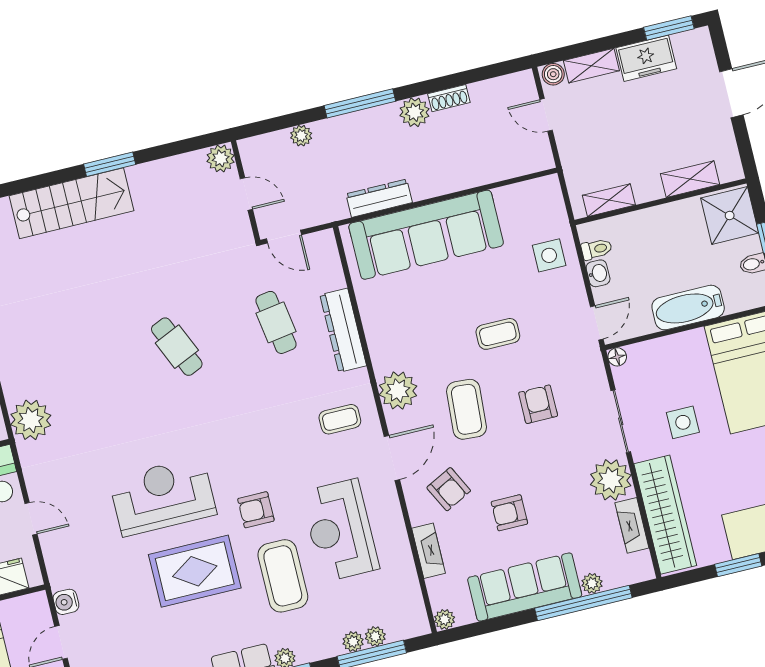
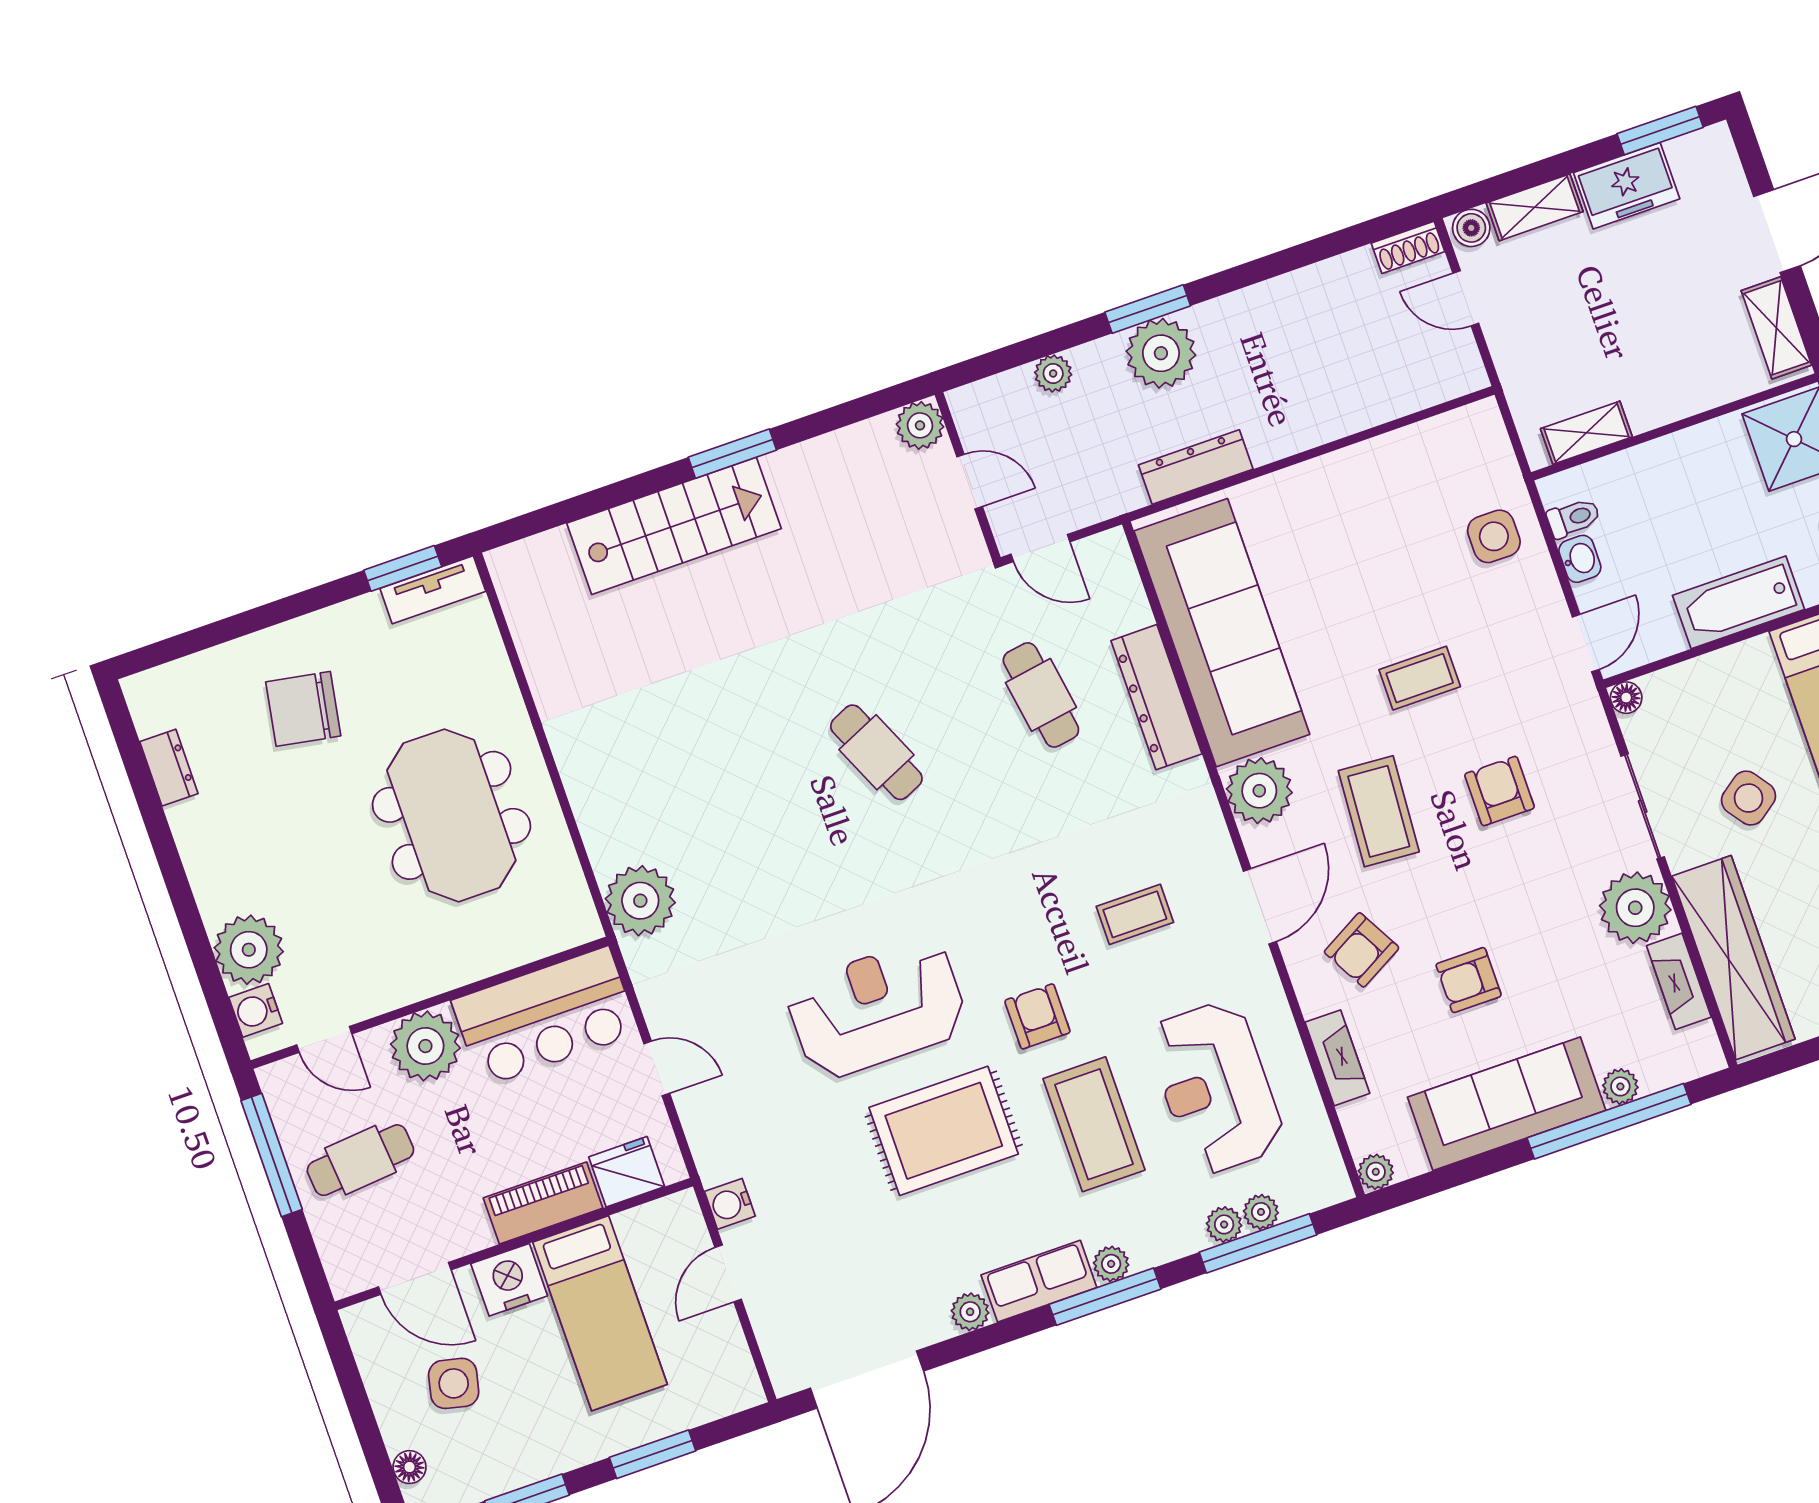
shoe rack: (449, 98) -> (1408, 247), moved
window: (360, 103) -> (1148, 309), width x0.69
plant: (415, 112) -> (1161, 353), moved, width x1.36, depth x1.36
shelving: (690, 179) -> (1776, 328), moved, turned 90
sofa: (426, 235) -> (1222, 633), moved, turned -90
coffee table: (340, 419) -> (1135, 914), moved
side table: (683, 422) -> (1749, 798), turned -36
armchair: (449, 489) -> (1362, 950), turned 88
armchair: (256, 510) -> (1037, 1016), turned 90
reception desk: (340, 530) -> (1216, 1087), moved

